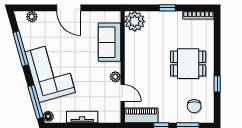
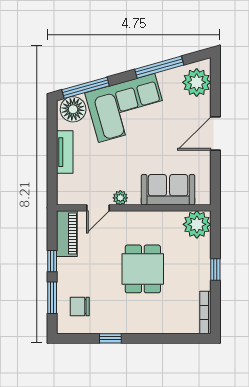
plant: (32, 17) -> (197, 82), width x1.88, depth x1.88
dining table: (188, 64) -> (143, 269), moved
floor lamp: (48, 116) -> (73, 109), width x1.89, depth x1.89

